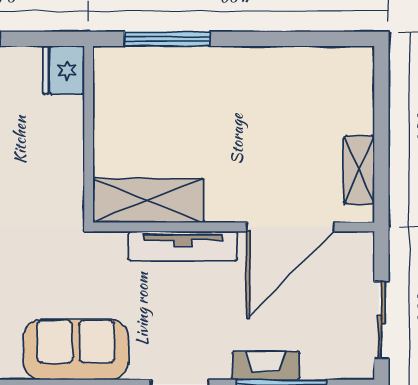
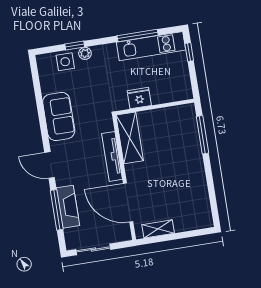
fridge: (64, 70) -> (139, 98), moved
fireplace: (266, 366) -> (68, 207), width x1.37, depth x1.32

